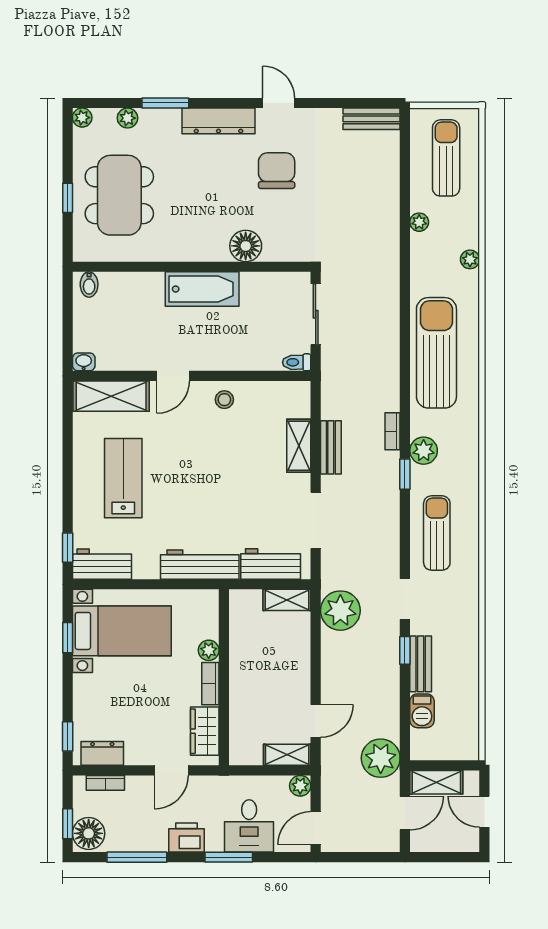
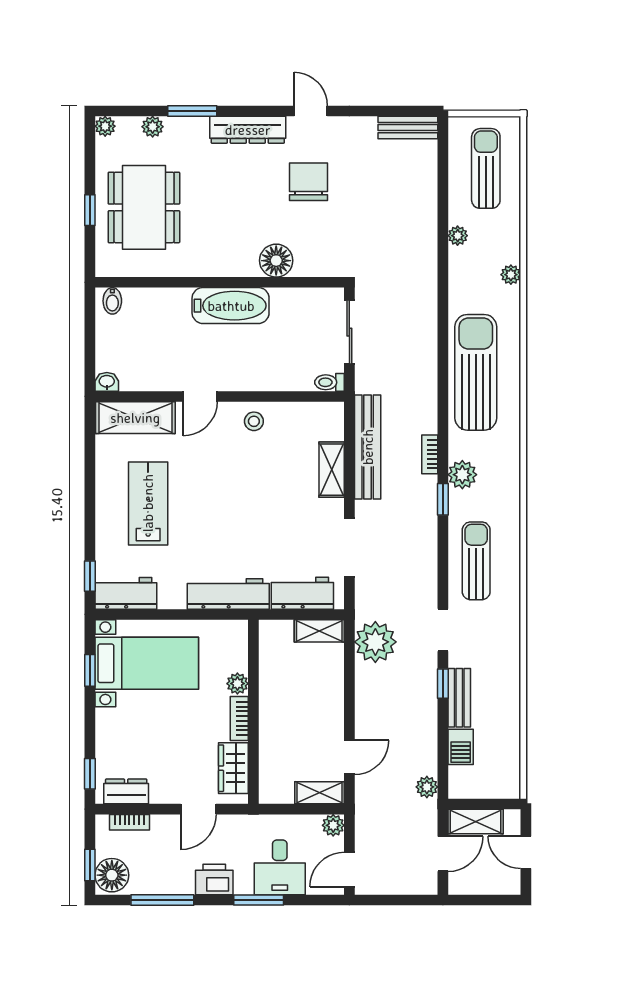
bench: (331, 447) -> (368, 447), width x1.86, depth x1.21
plant: (381, 758) -> (427, 787), width x0.53, depth x0.53

